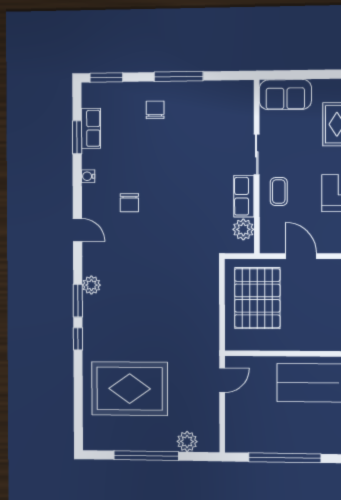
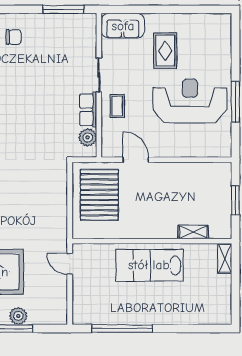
window: (179, 76) -> (63, 9), moved
chair: (155, 110) -> (14, 37), turned 90
door: (222, 380) -> (70, 264), swing flipped
plant: (187, 441) -> (18, 316), moved

